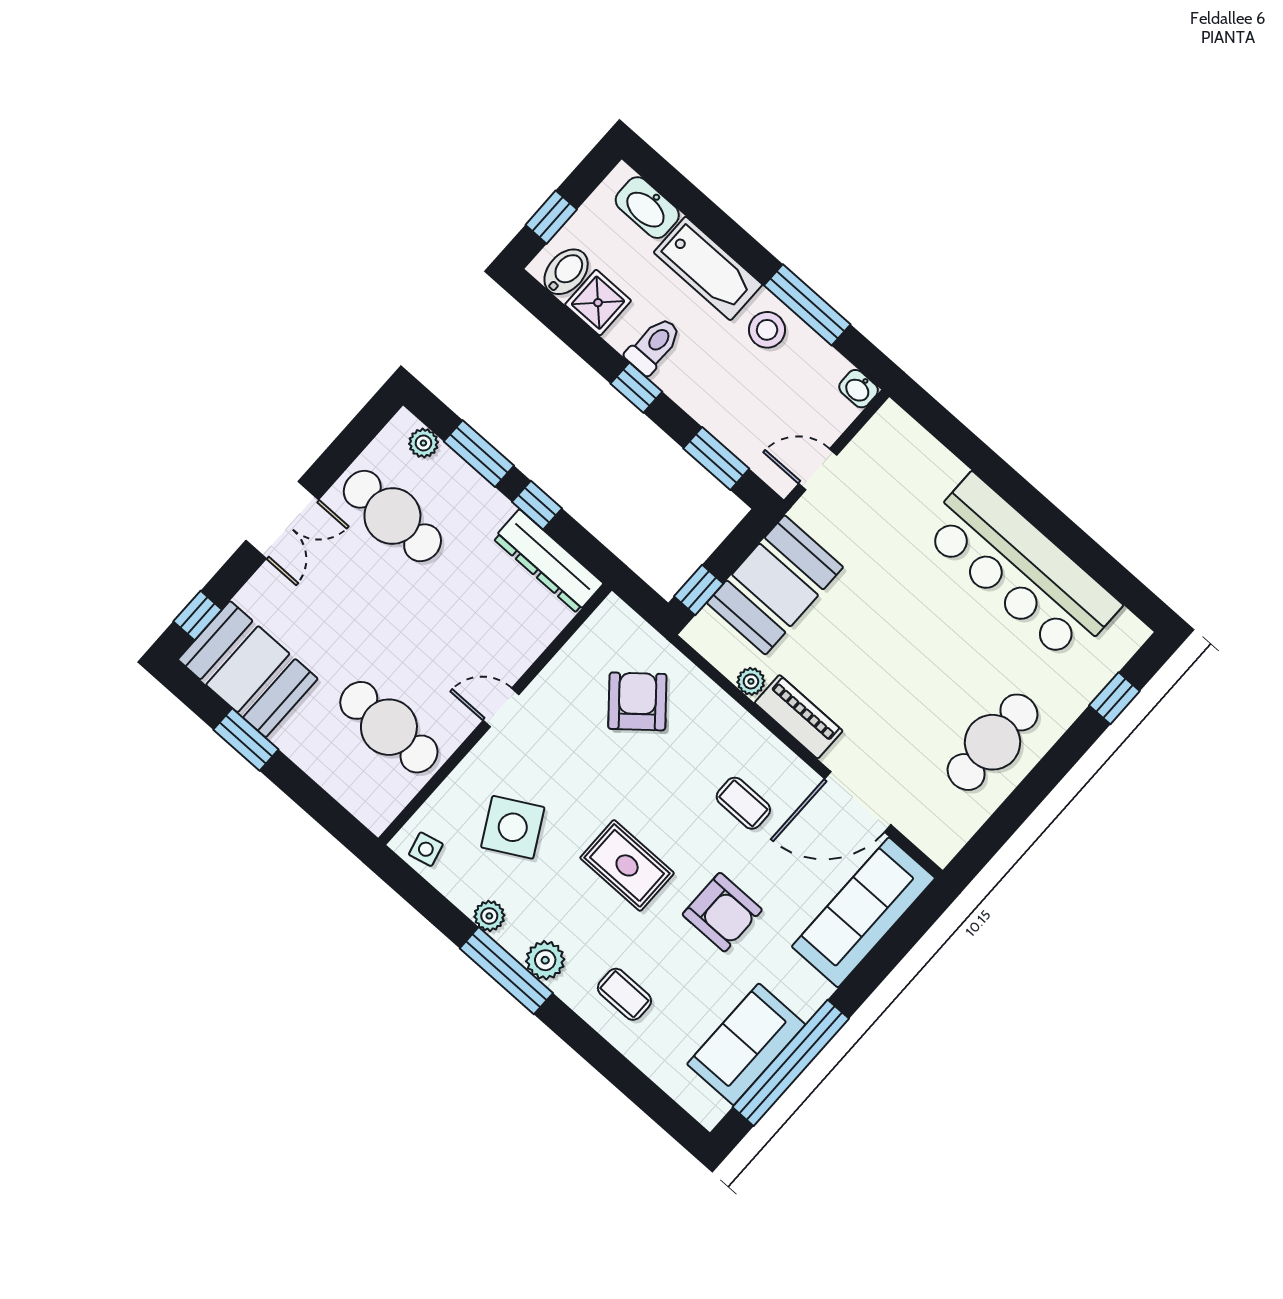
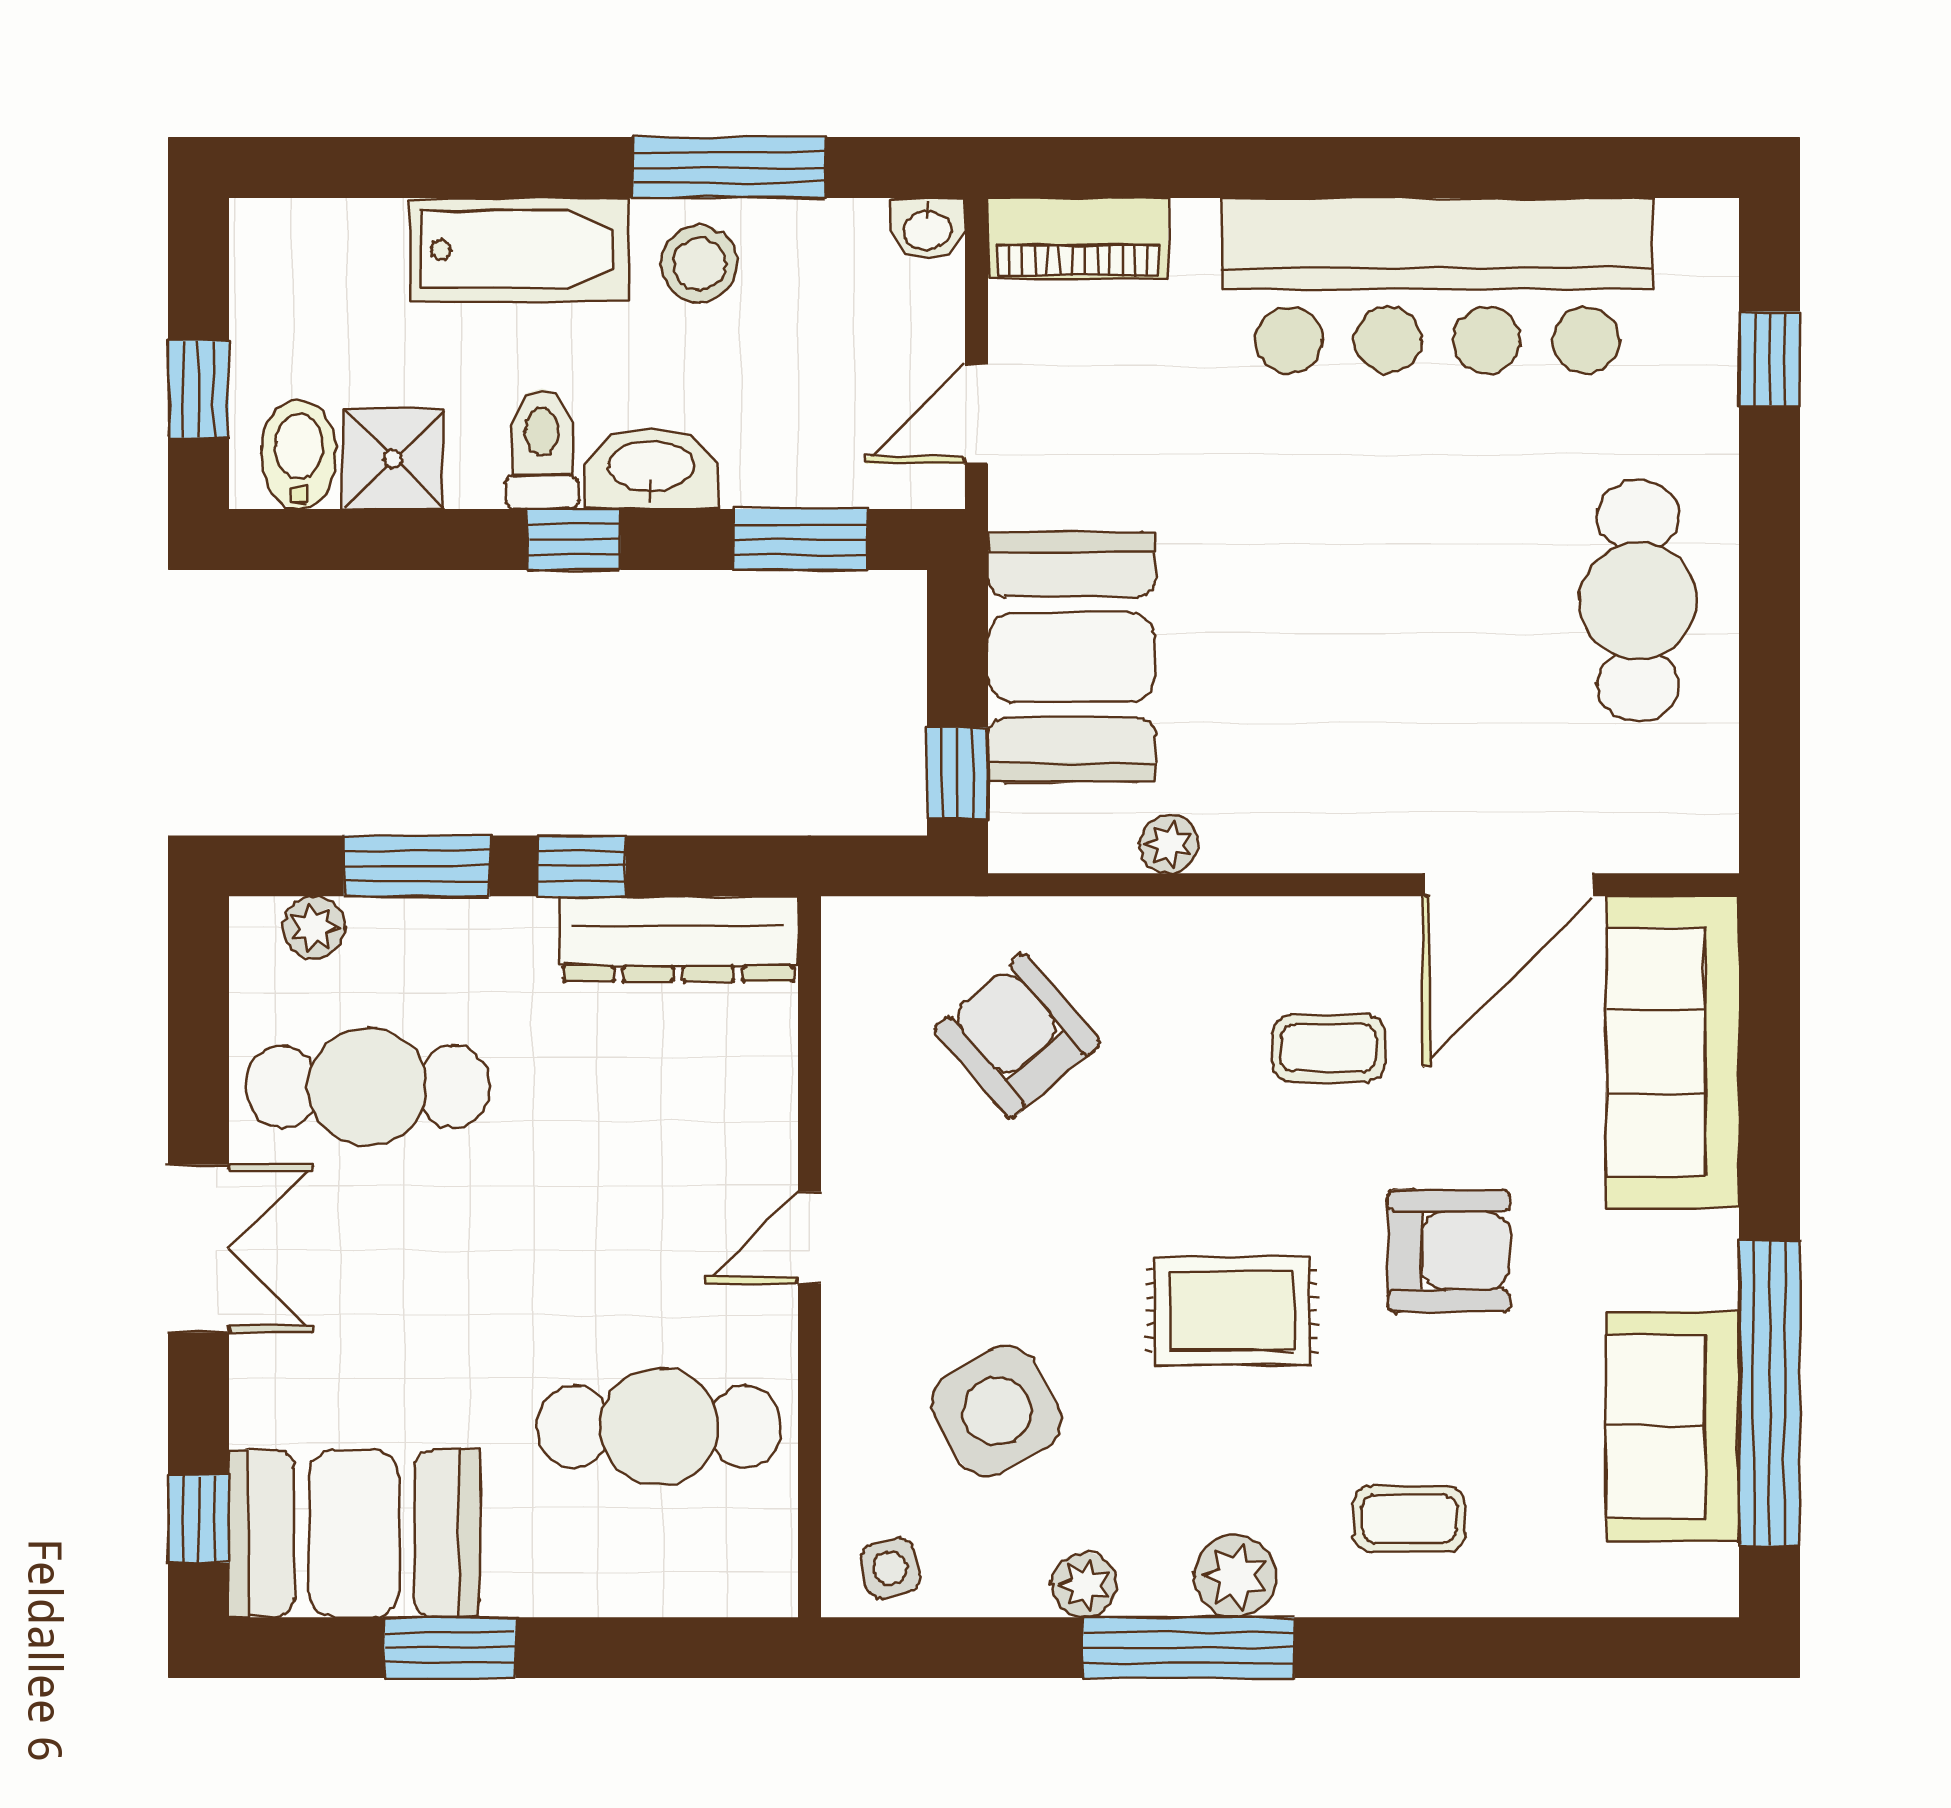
washbasin: (647, 208) -> (651, 468), moved, turned 180
piano: (799, 717) -> (1078, 238), moved, turned 180

